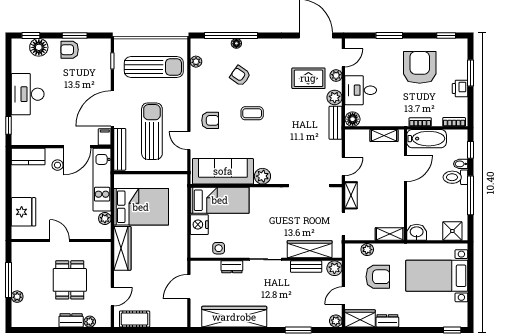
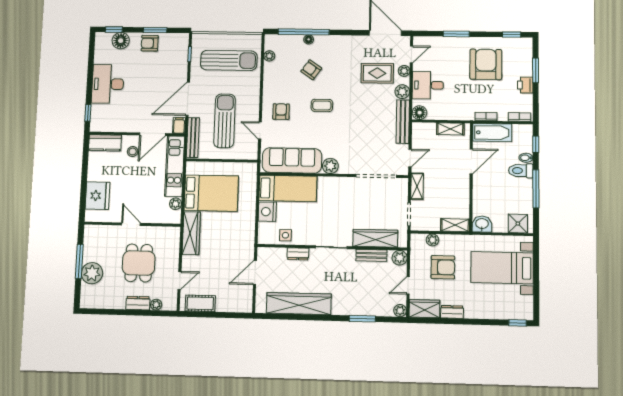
armchair: (210, 120) -> (281, 112), turned -90
bench: (336, 123) -> (403, 122), width x1.36
plant: (17, 297) -> (92, 273), width x1.87, depth x1.87

